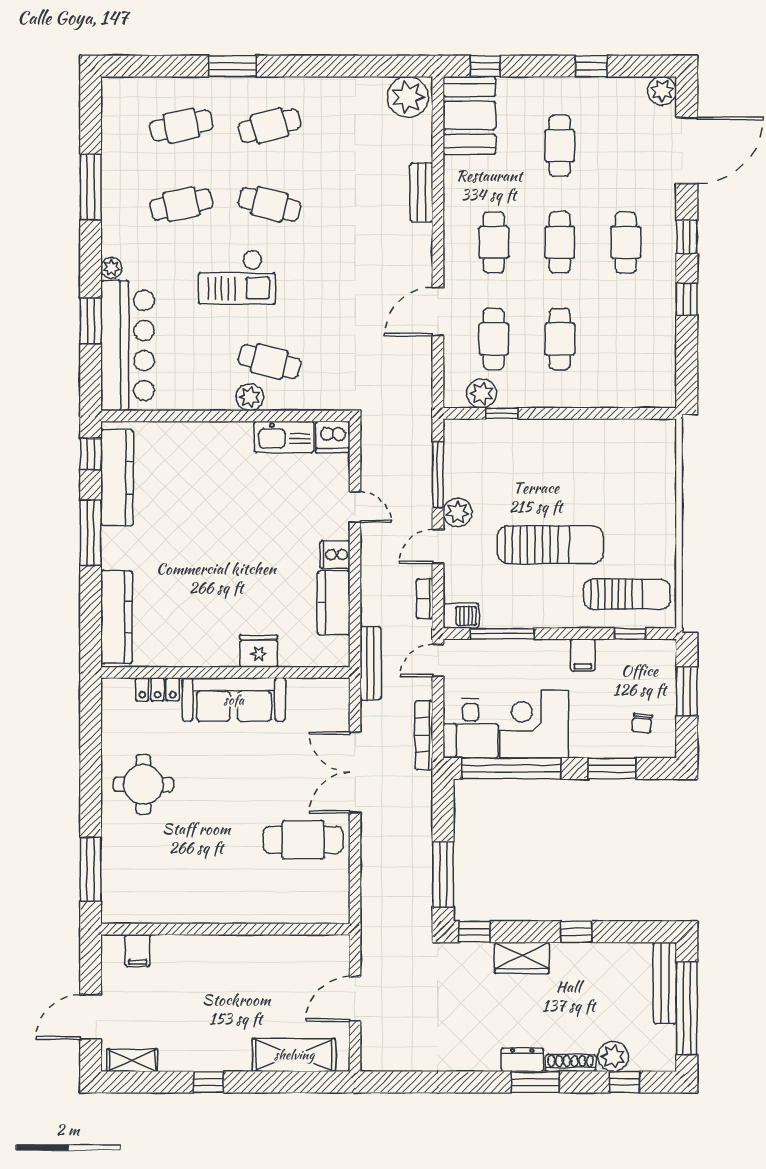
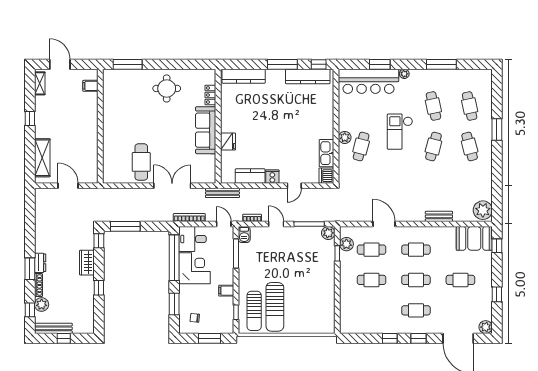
plant: (458, 512) -> (328, 233), moved
sun lounger: (550, 545) -> (275, 307), moved
bench: (665, 983) -> (53, 328), moved
window: (687, 1008) -> (64, 338), width x0.32

